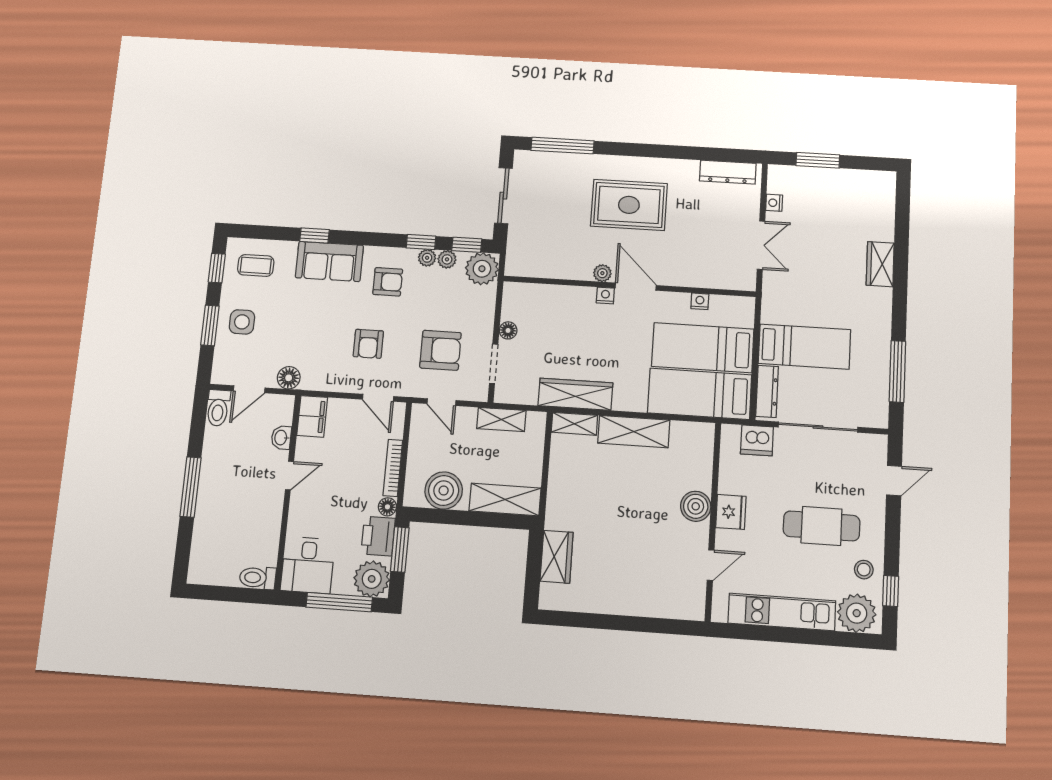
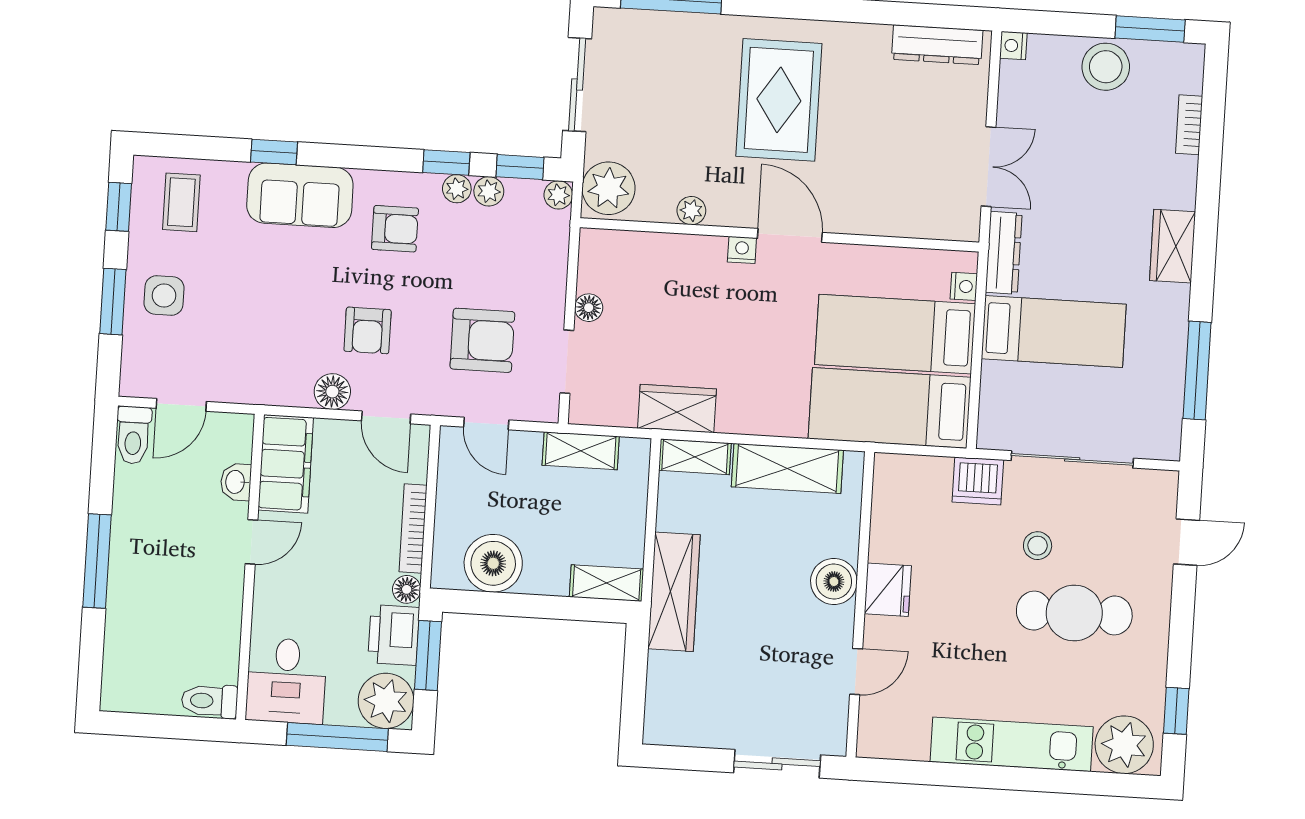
window: (818, 160) -> (1150, 29), moved
stool: (834, 185) -> (1106, 67), added
nightstand: (774, 203) -> (1013, 46), moved
rug: (629, 205) -> (779, 100), turned 90
bookcase: (887, 220) -> (1189, 125), added
plant: (522, 258) -> (609, 188), added
wardrobe: (880, 264) -> (1172, 246), moved
coffee table: (256, 265) -> (181, 202), turned 90
plant: (482, 269) -> (558, 195), width x0.53, depth x0.53
plant: (602, 273) -> (691, 211), moved
nightstand: (700, 301) -> (964, 286), moved, turned 90
floor lamp: (289, 378) -> (332, 392), moved
dresser: (767, 391) -> (1004, 253), moved
wardrobe: (575, 394) -> (677, 409), width x0.67
filing cabinet: (312, 416) -> (286, 464), width x1.50, depth x1.17
shelving: (505, 500) -> (607, 583), width x0.67, depth x0.75
boiler: (696, 506) -> (834, 581), moved
fridge: (731, 512) -> (888, 590), moved
wall: (713, 521) -> (860, 604), moved
wardrobe: (557, 557) -> (674, 592), moved, width x1.50
door: (711, 565) -> (856, 672), moved
stool: (864, 570) -> (1038, 546), moved
sliding door: (627, 623) -> (777, 764), added

